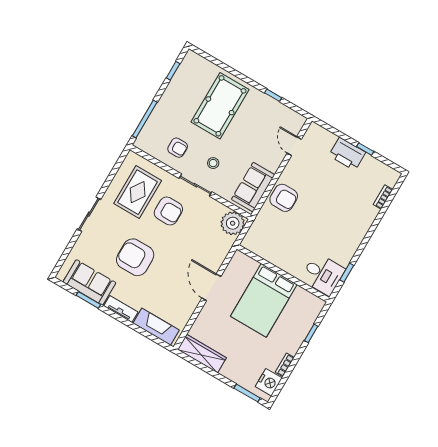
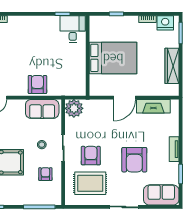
sofa: (89, 282) -> (161, 195), moved, turned 90
fireplace: (156, 327) -> (153, 106), moved, turned -90
wardrobe: (202, 354) -> (172, 66), moved

